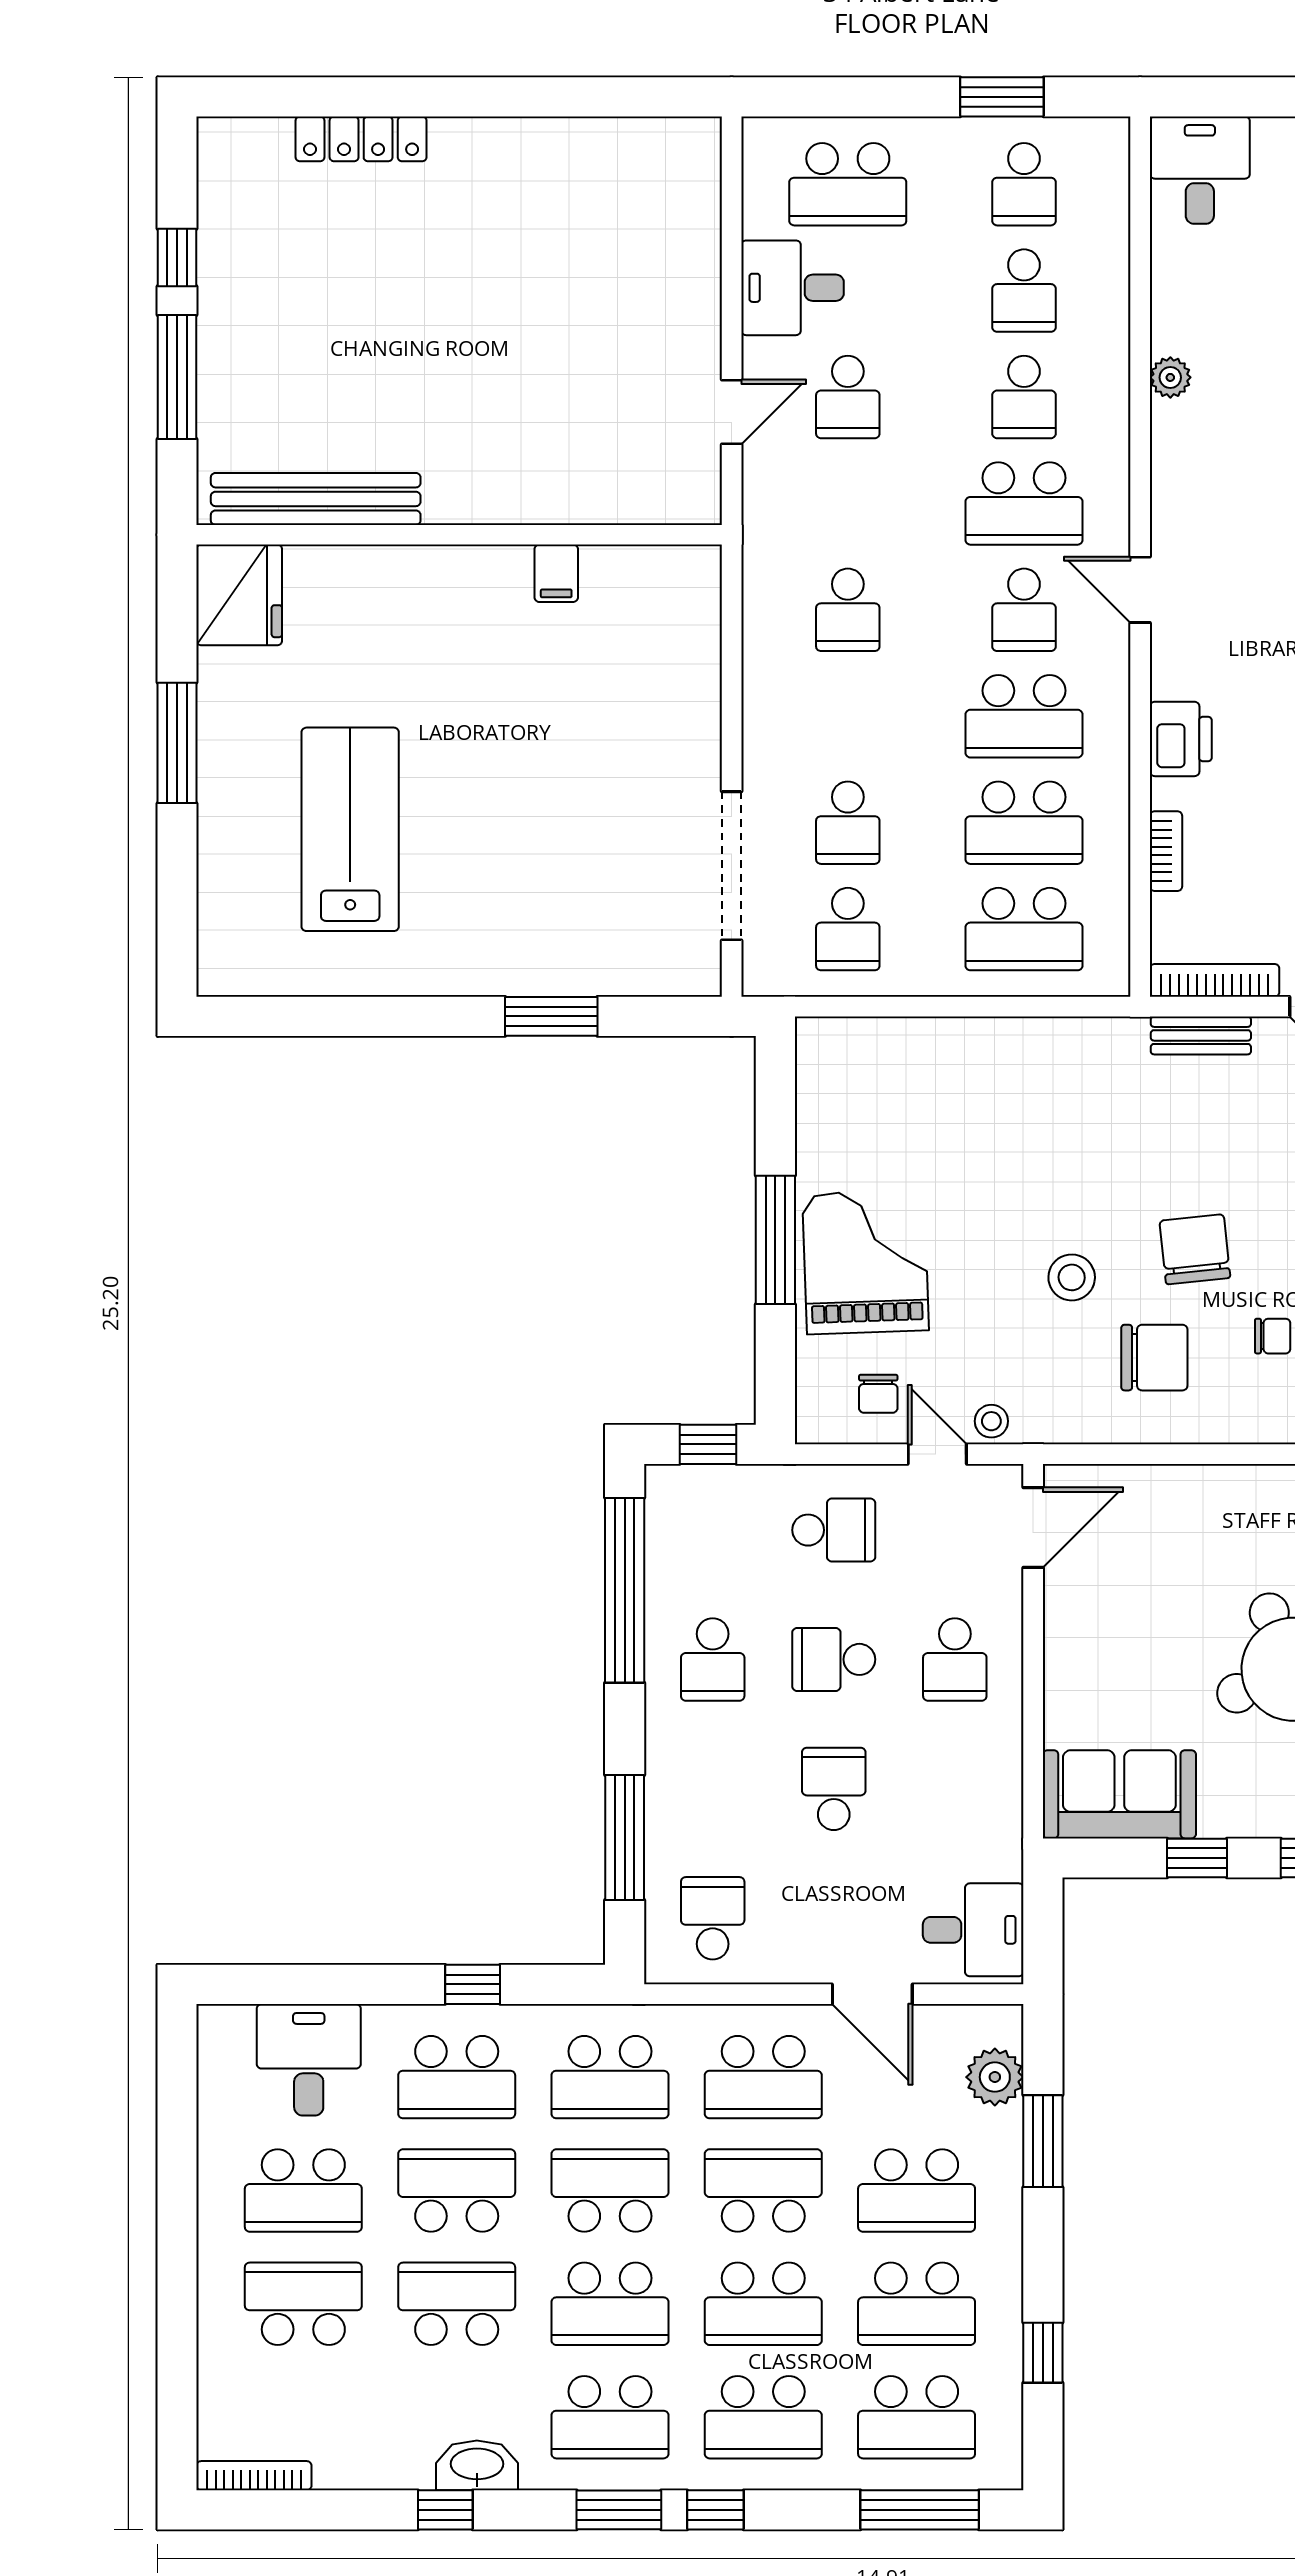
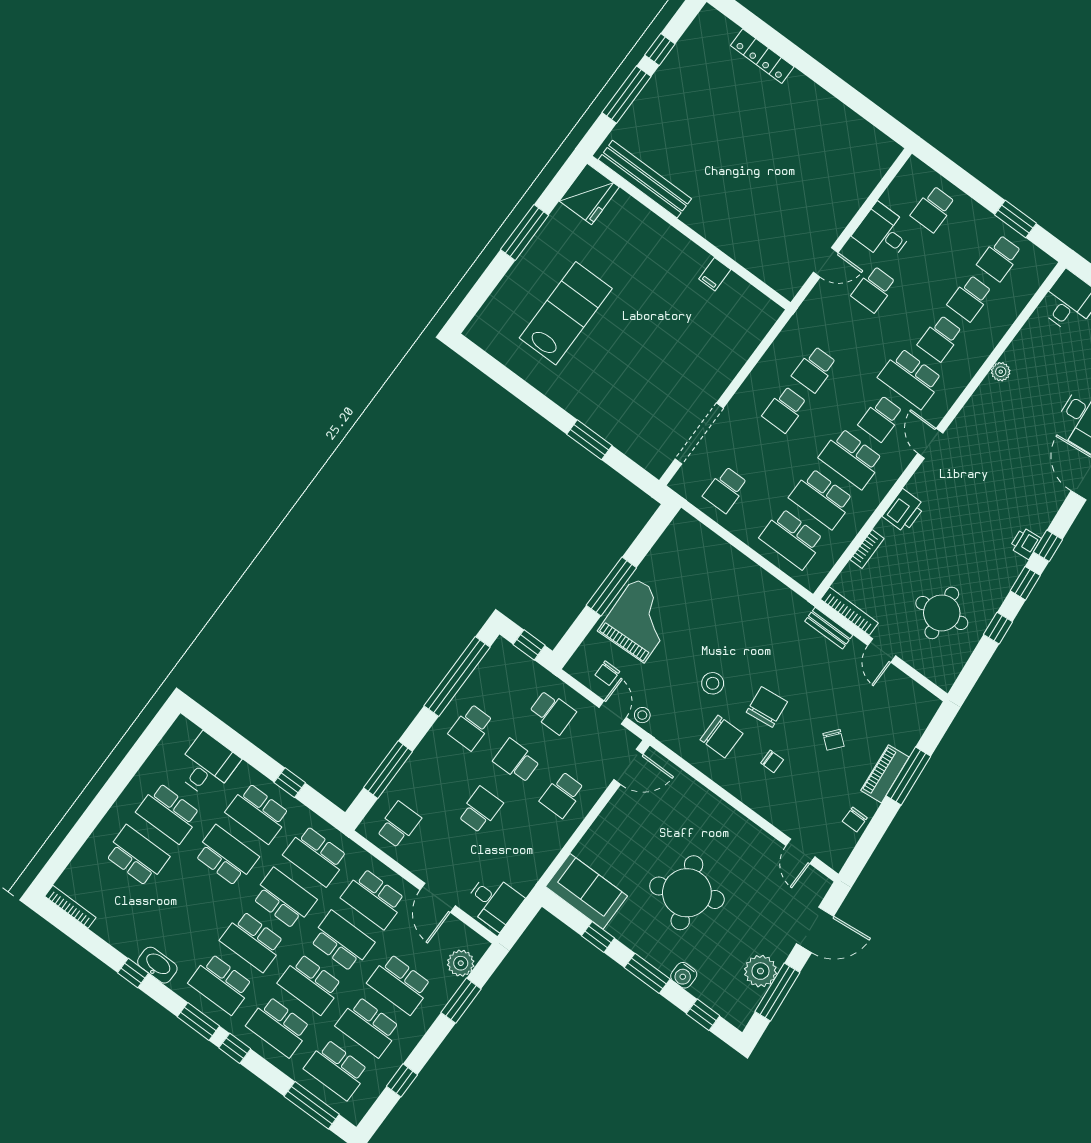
school desk: (848, 184) -> (933, 209), width x0.54
school desk: (848, 823) -> (785, 409), moved
school desk: (457, 2304) -> (195, 899), removed

